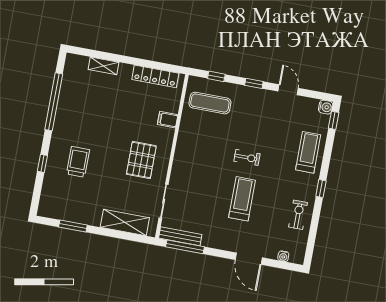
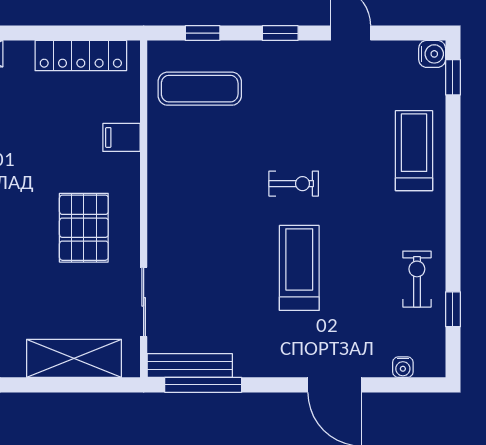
window: (321, 189) -> (453, 309), moved

